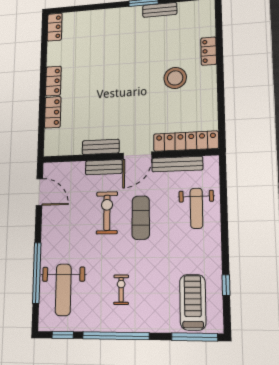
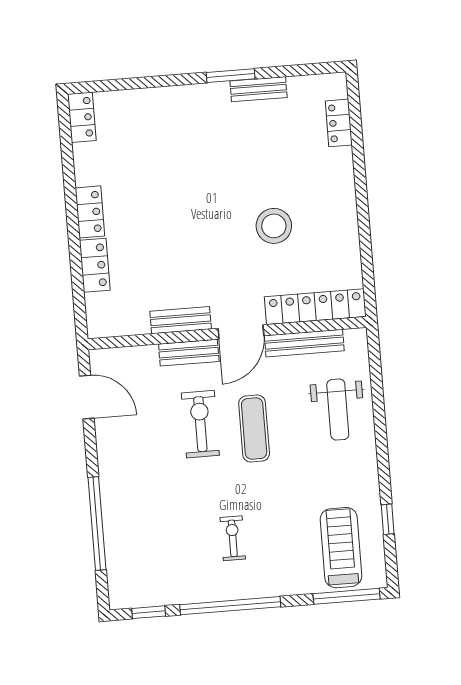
locker: (209, 51) -> (339, 123), moved
stool: (175, 78) -> (274, 226), moved
weight bench: (63, 290) -> (143, 546), removed

